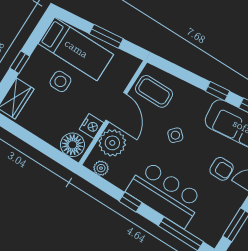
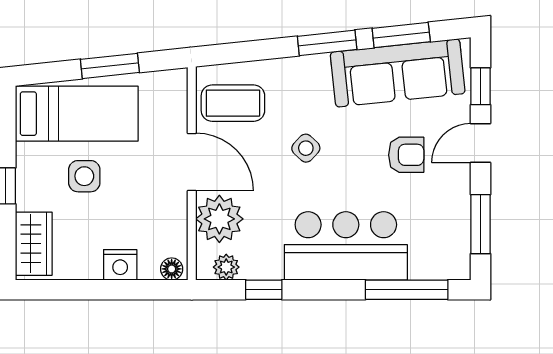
window: (218, 91) -> (327, 43), width x1.50
nightstand: (92, 126) -> (120, 265), moved, turned 90
floor lamp: (72, 145) -> (172, 269), width x0.53, depth x0.53
window: (130, 202) -> (264, 290), moved

